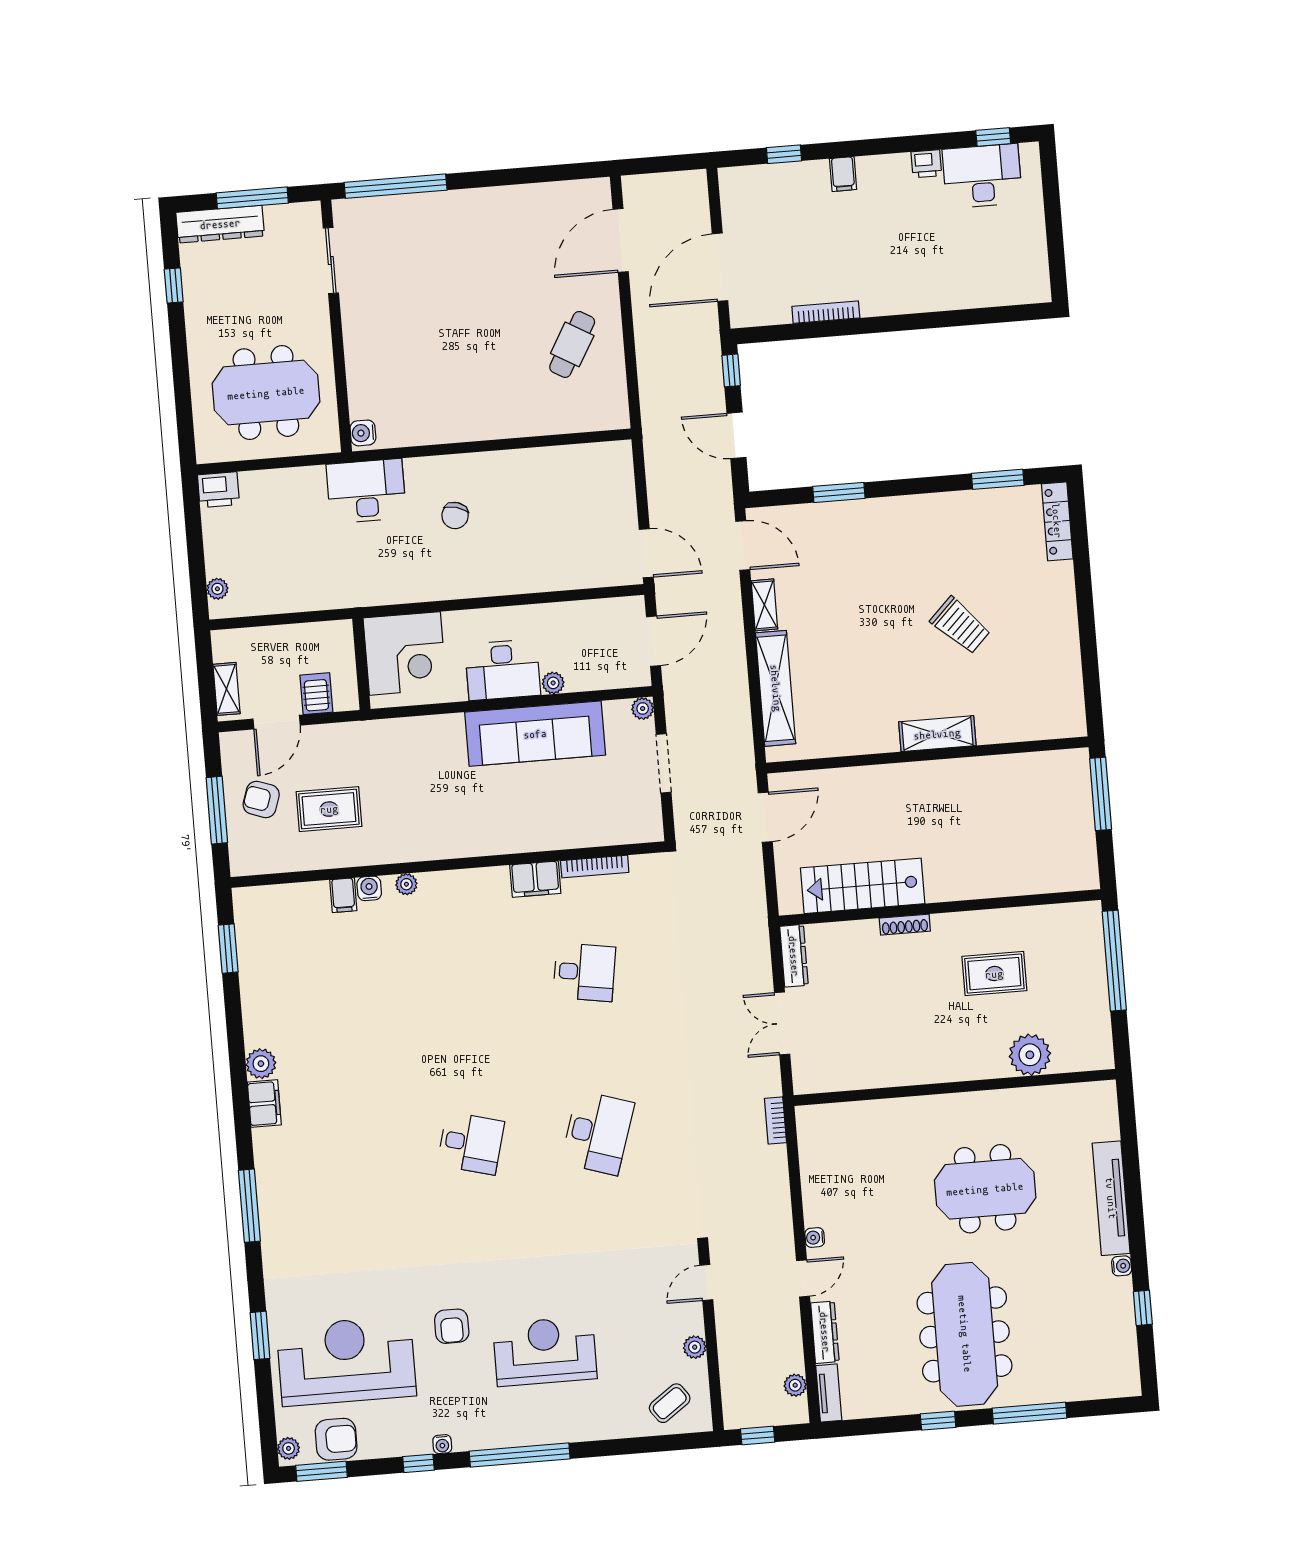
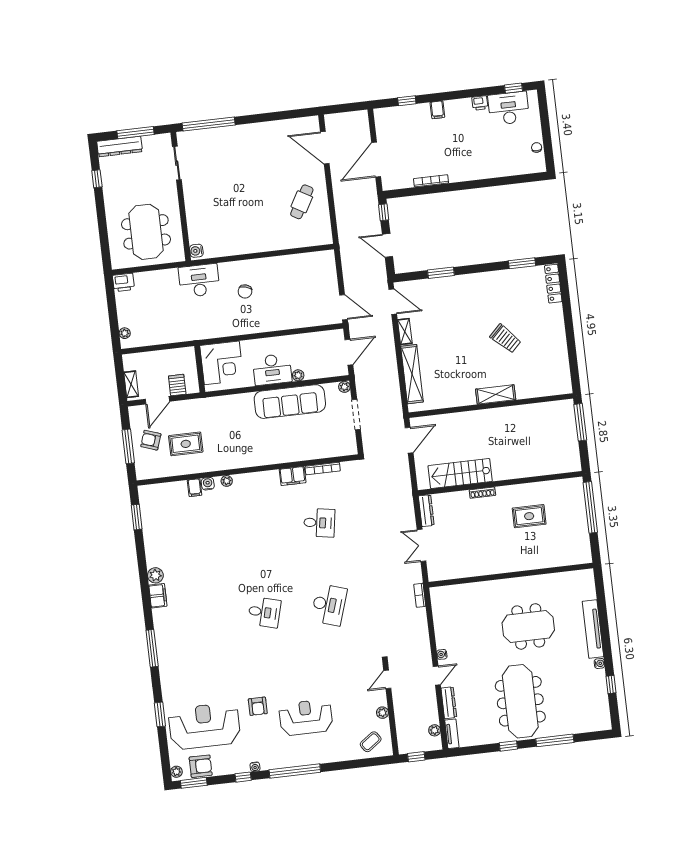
door: (621, 240) -> (325, 148), hinge flipped
chair: (1034, 254) -> (537, 147), added
meeting table: (266, 393) -> (146, 232), turned 90
plant: (1030, 1055) -> (549, 557), removed

